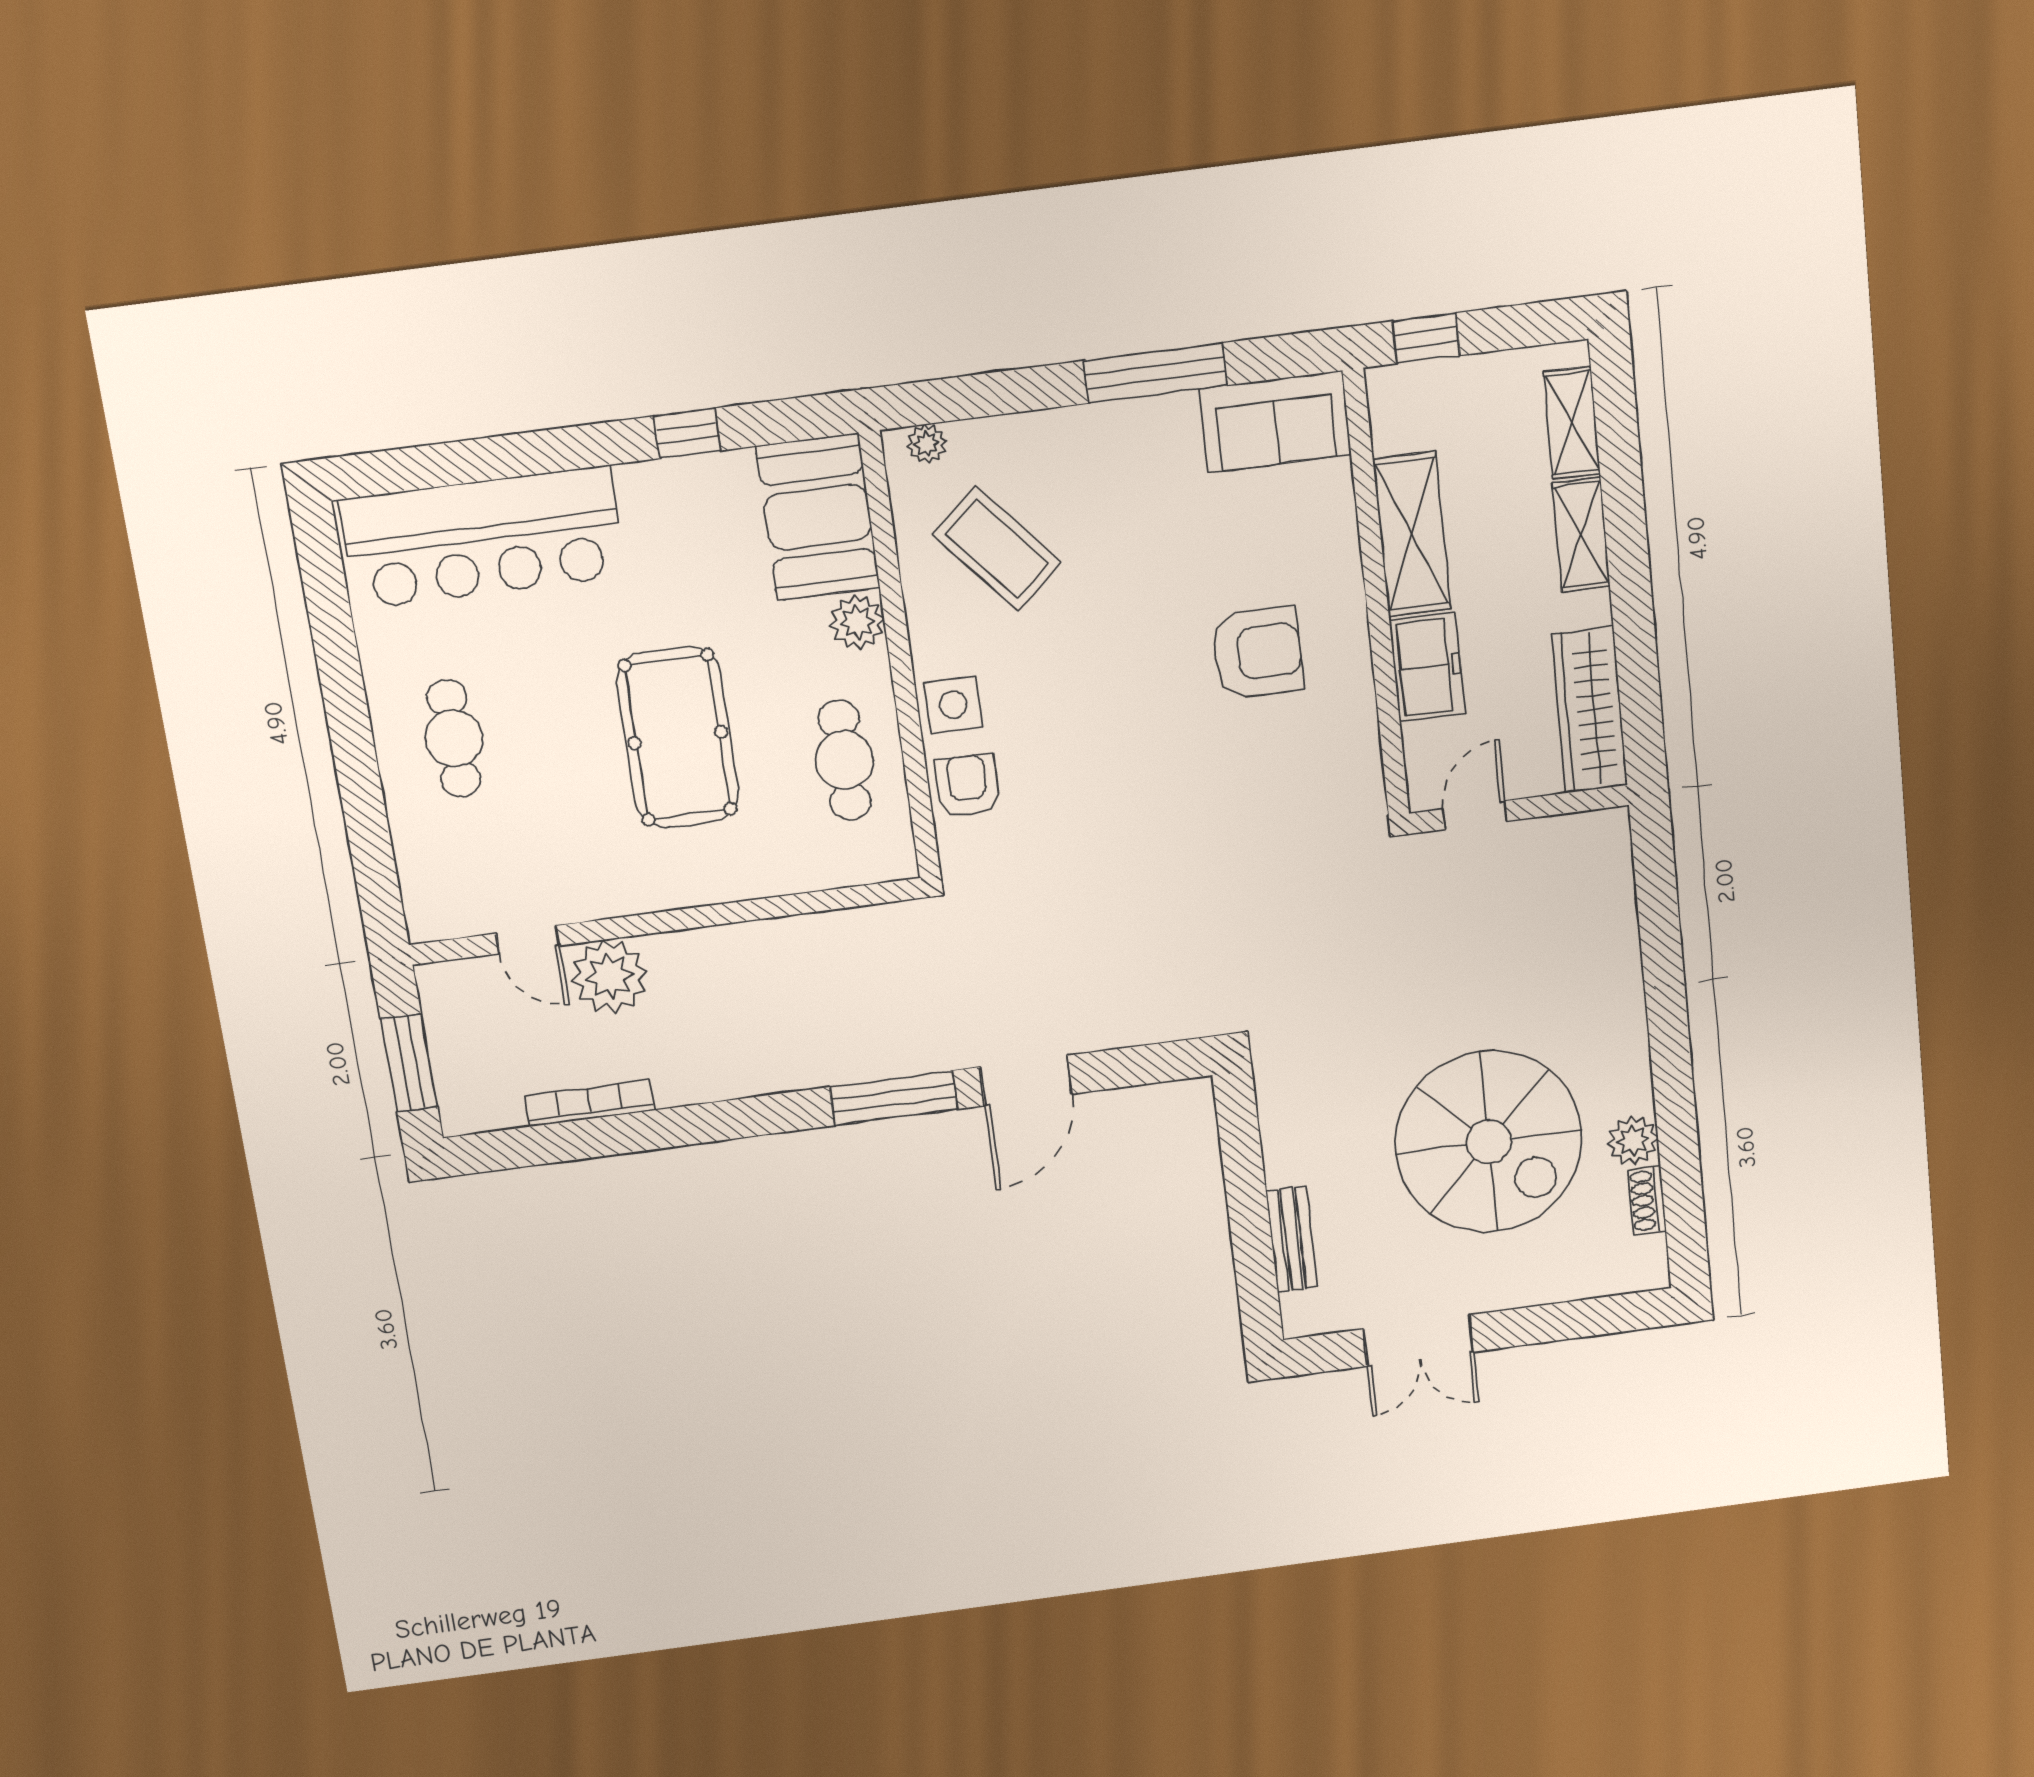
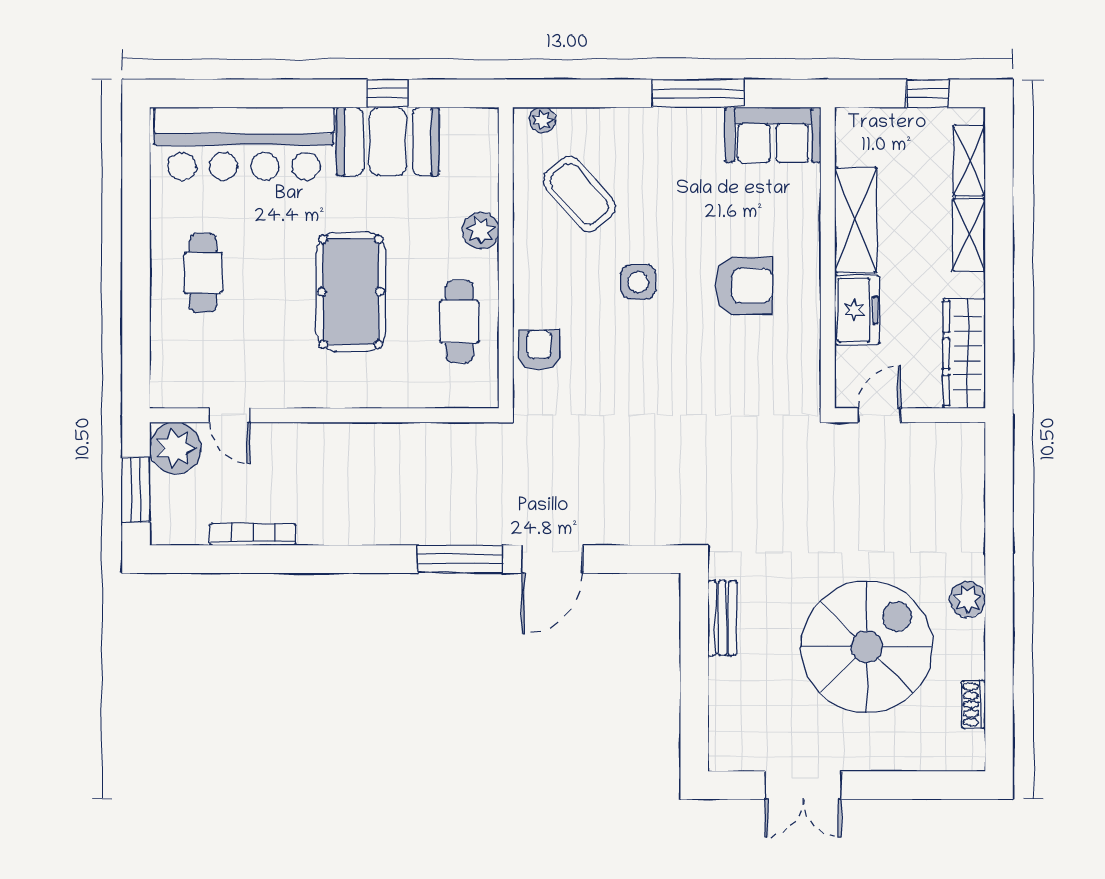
window: (1426, 338) -> (928, 93), moved
booth: (818, 517) -> (388, 141), moved, turned 90
side table: (953, 705) -> (638, 282), moved
plant: (610, 976) -> (176, 448), moved
plant: (1633, 1141) -> (967, 599), moved
spiral stairs: (1489, 1142) -> (867, 647), turned -90
bench: (1292, 1239) -> (722, 618), moved

